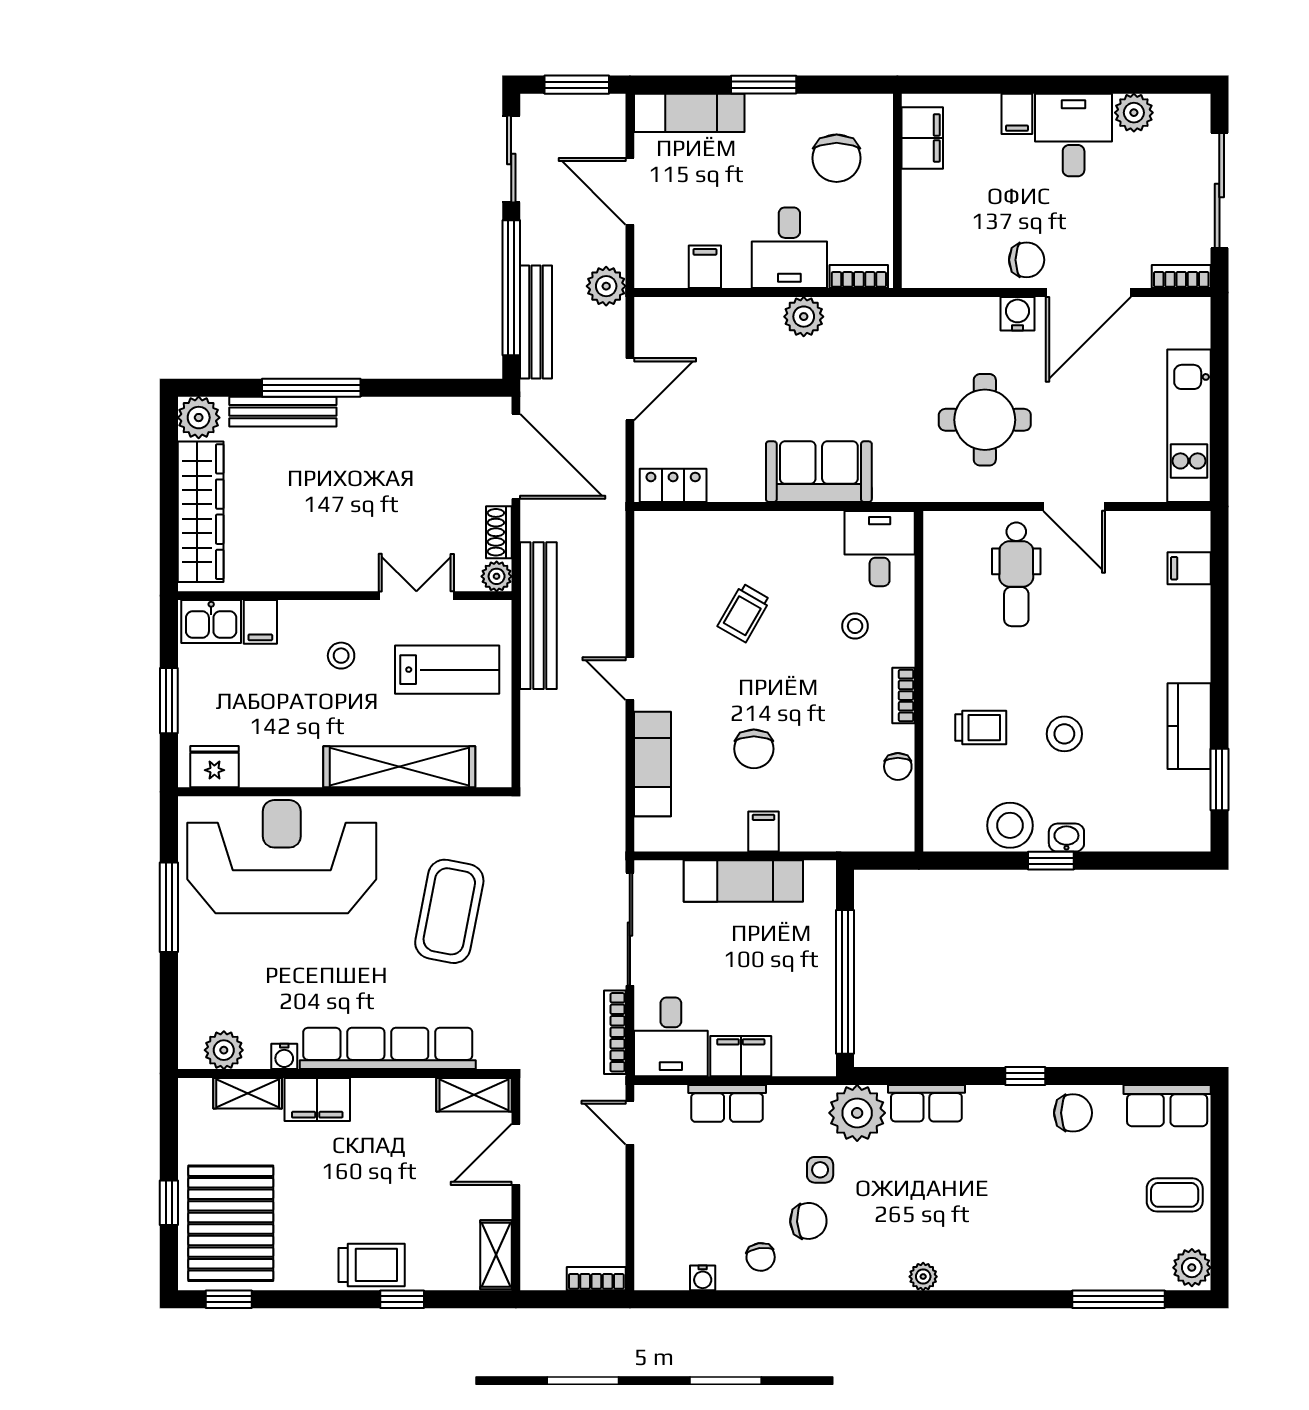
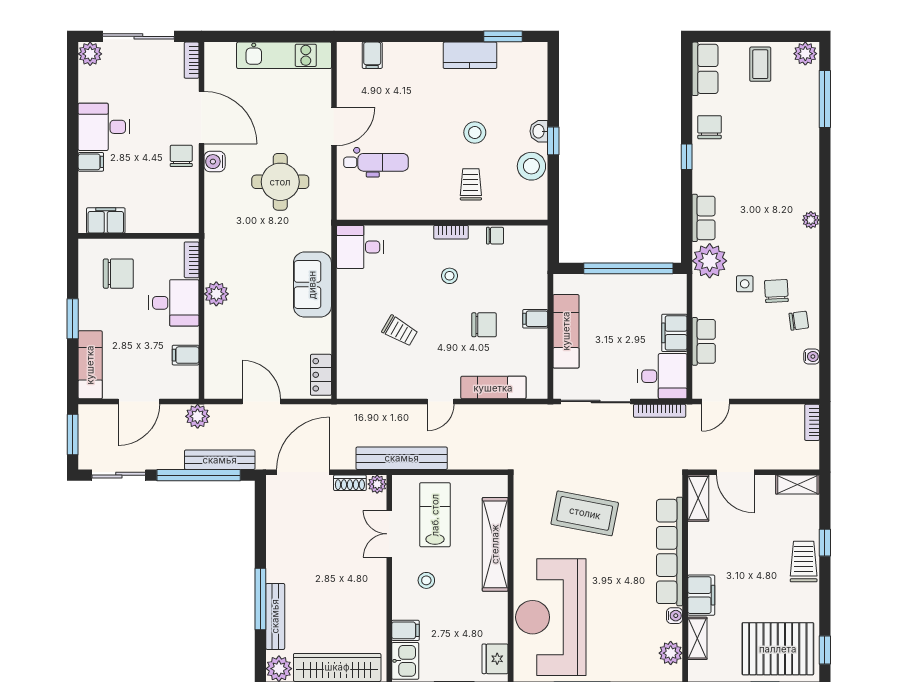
plant: (1134, 113) -> (90, 54), moved
stool: (855, 626) -> (450, 276), moved

